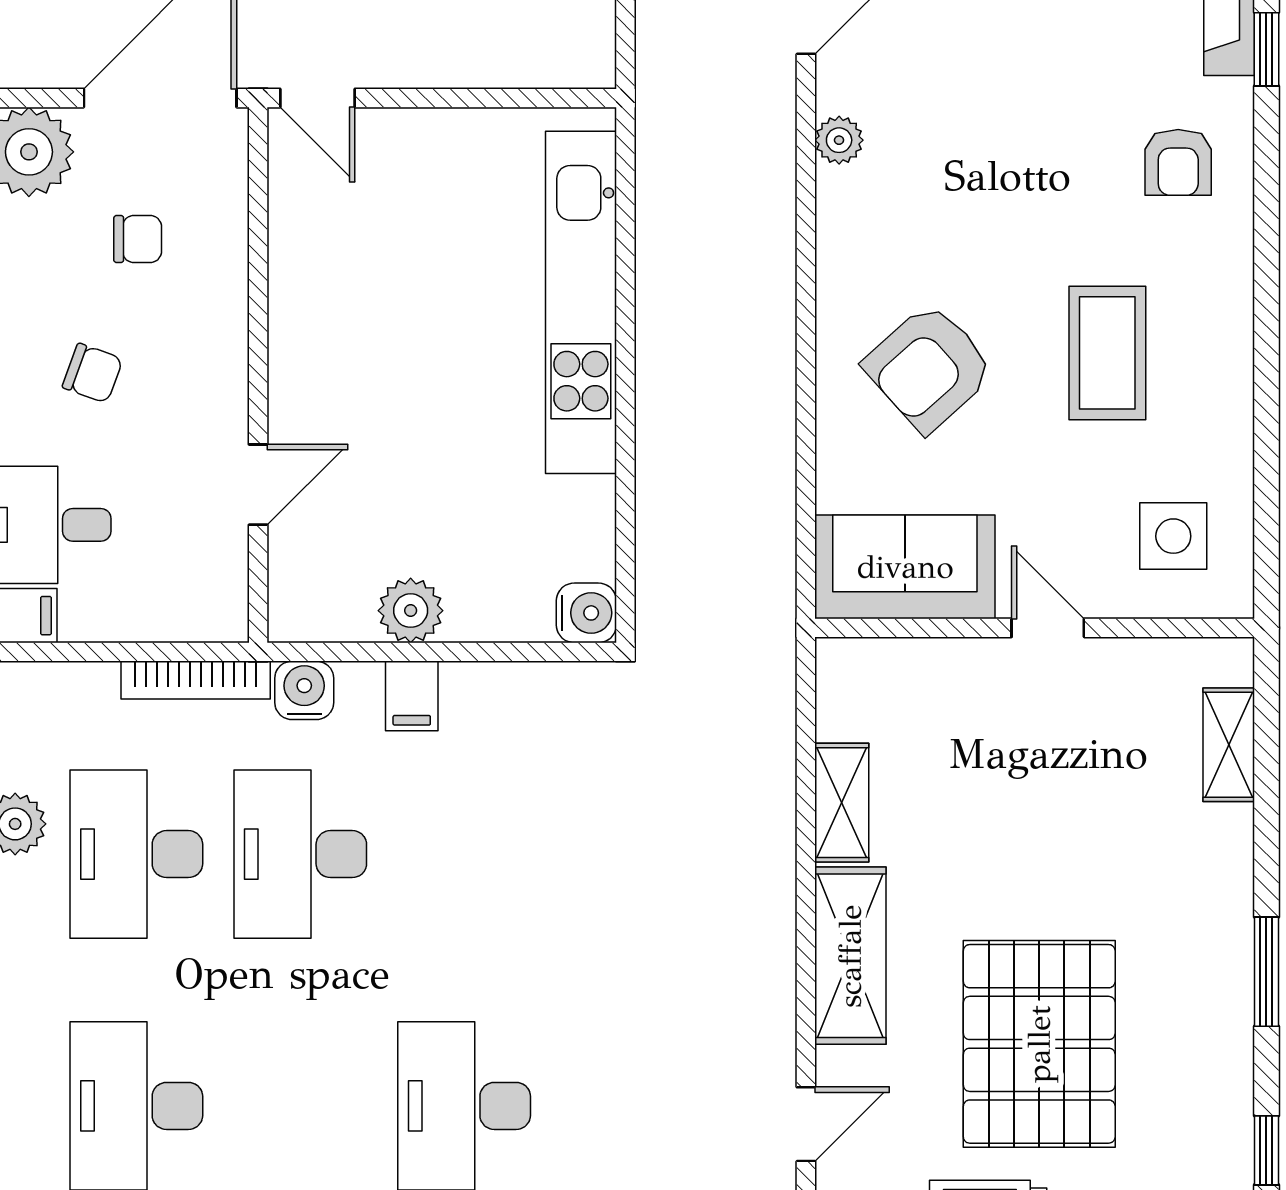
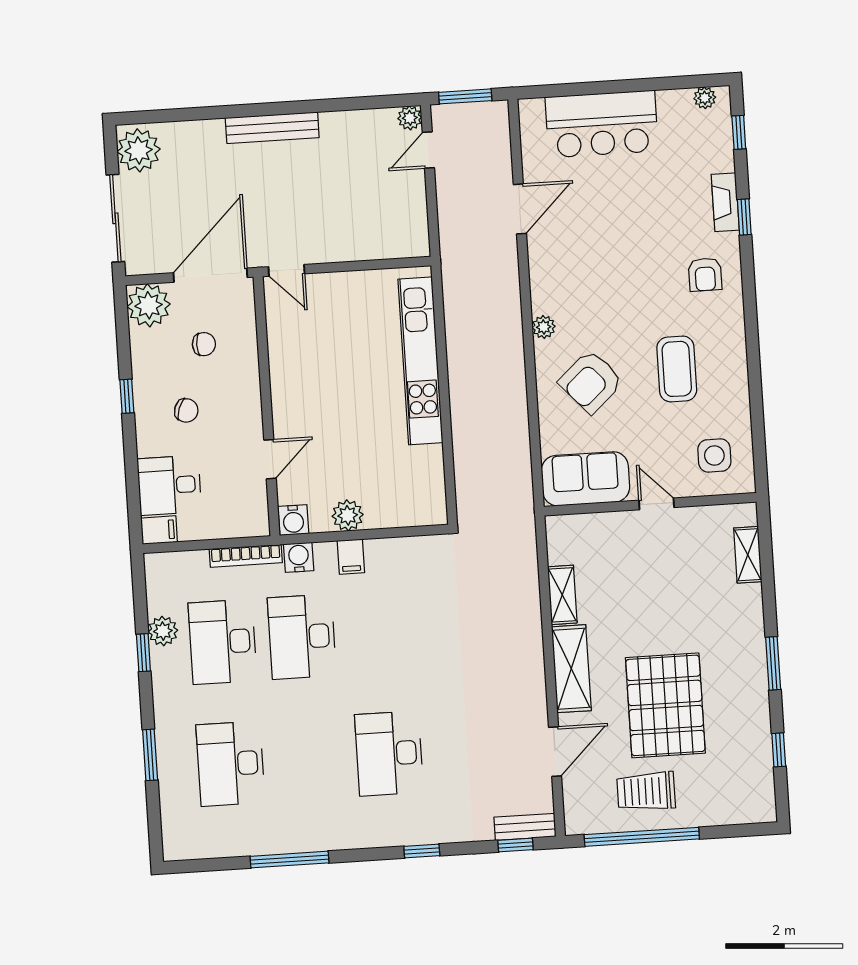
plant: (839, 140) -> (544, 327), moved
water cooler: (586, 613) -> (293, 520), moved, turned 90
door: (806, 1124) -> (555, 752), width x1.38

